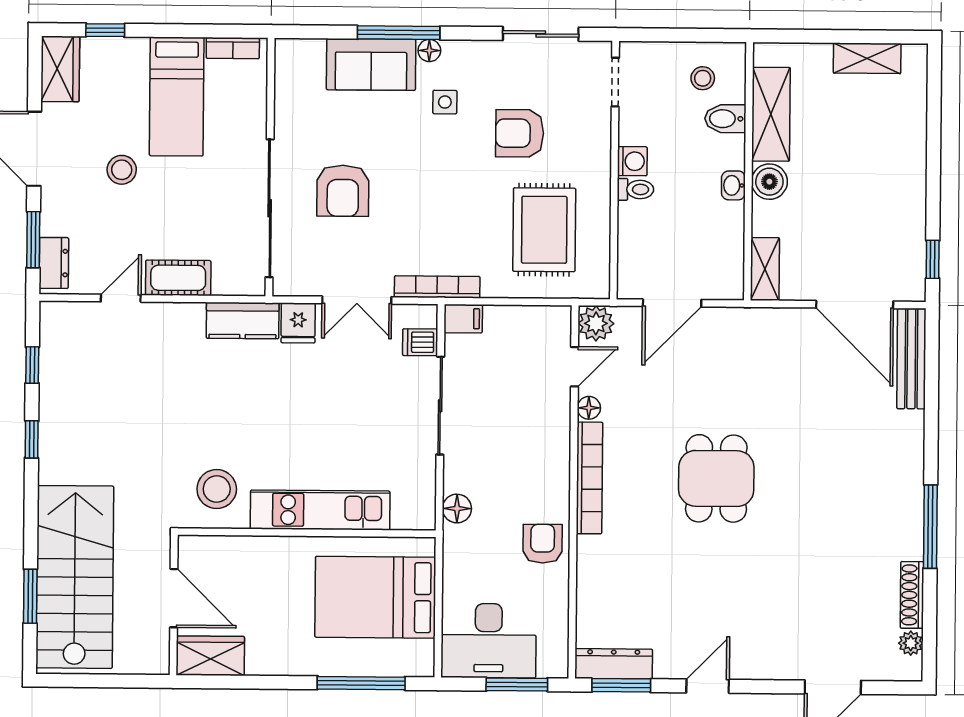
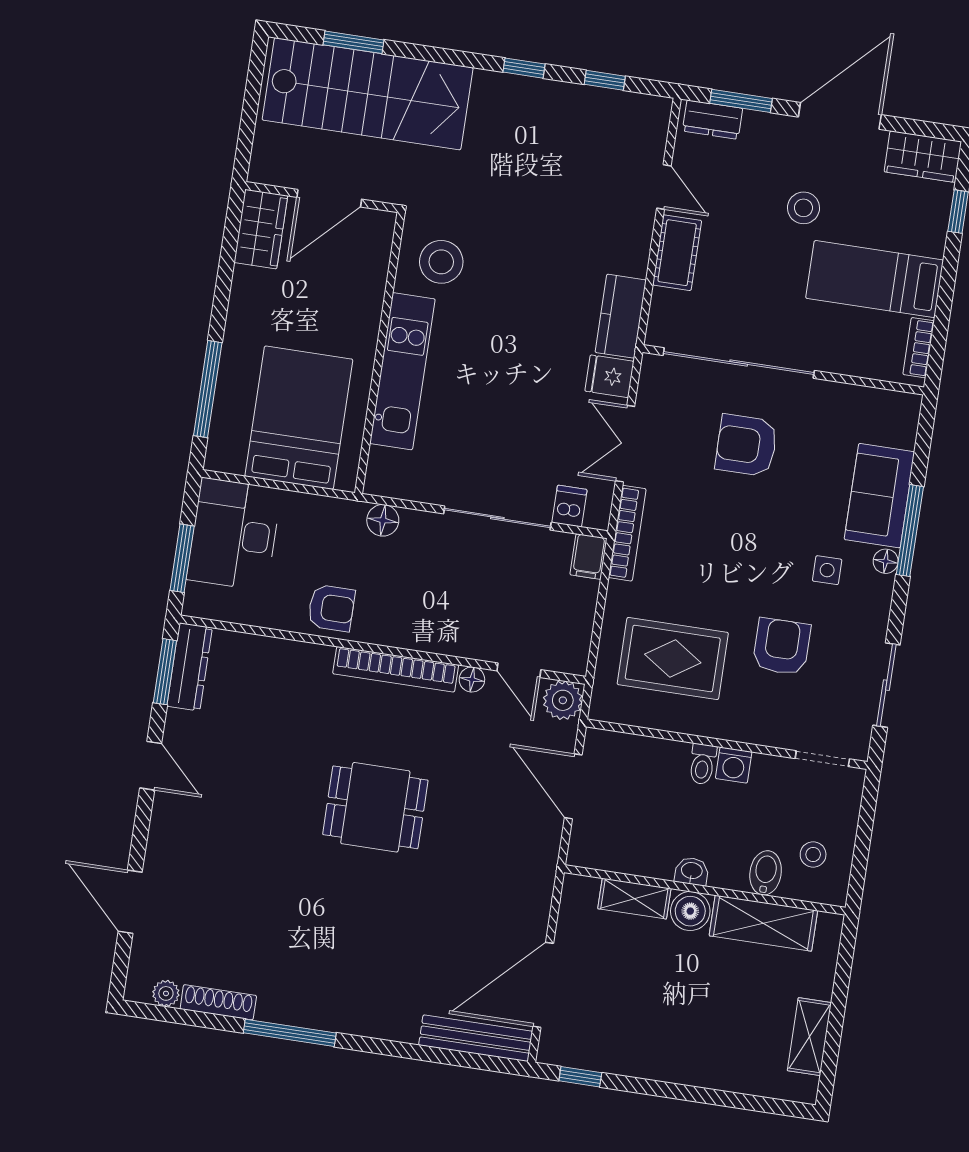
shelving: (765, 269) -> (634, 899), moved

